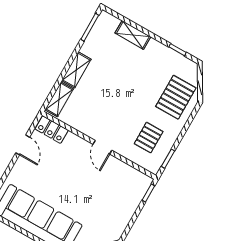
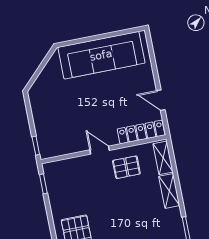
locker: (52, 130) -> (141, 132), width x1.53
pallet: (149, 138) -> (126, 167), moved, turned 90

